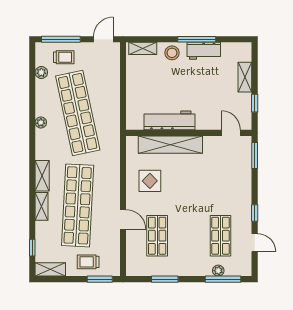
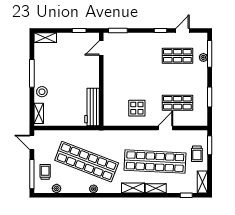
workbench: (204, 51) -> (40, 68), removed
shelving: (245, 77) -> (45, 38), moved
shop shelf: (78, 113) -> (87, 162), turned 33
workbench: (170, 120) -> (92, 107), moved
shelving: (170, 145) -> (110, 93), removed

